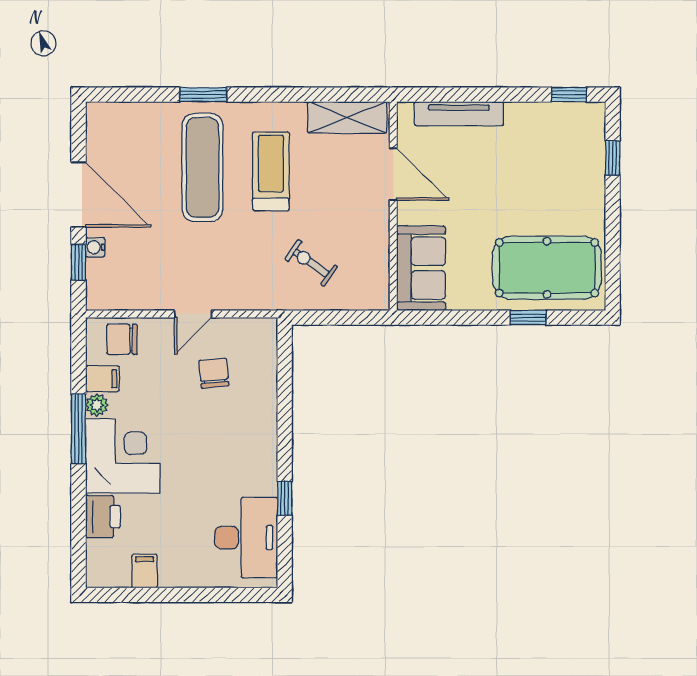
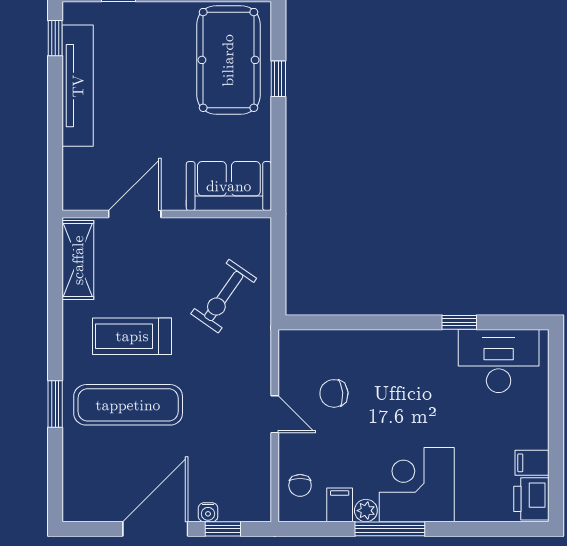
tv unit: (459, 114) -> (78, 86), moved, width x1.36, depth x1.29
exercise bike: (311, 263) -> (224, 296), width x1.38, depth x1.39
chair: (122, 339) -> (300, 485), width x0.73, depth x0.73
printer: (103, 517) -> (531, 499), moved, turned -90

